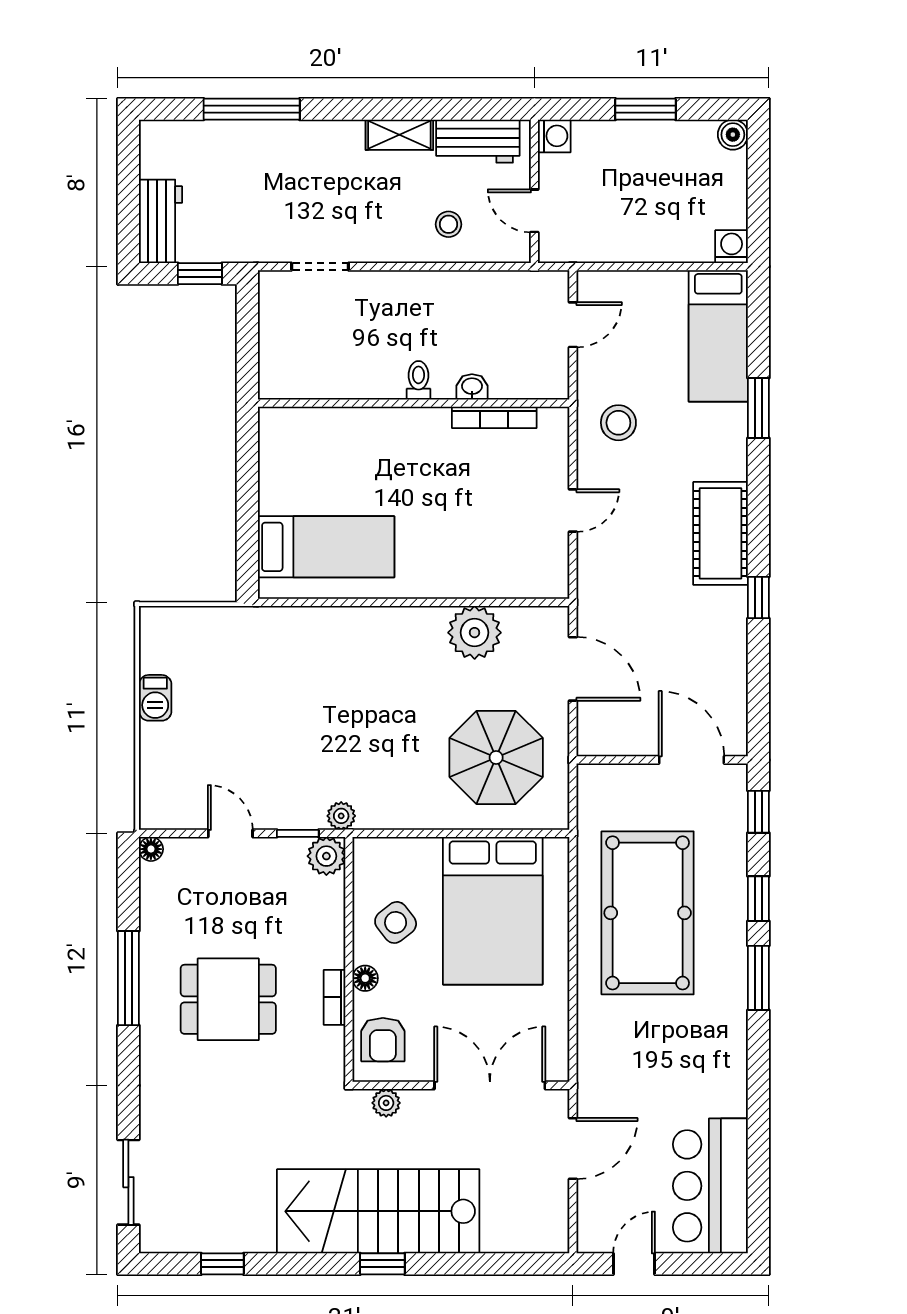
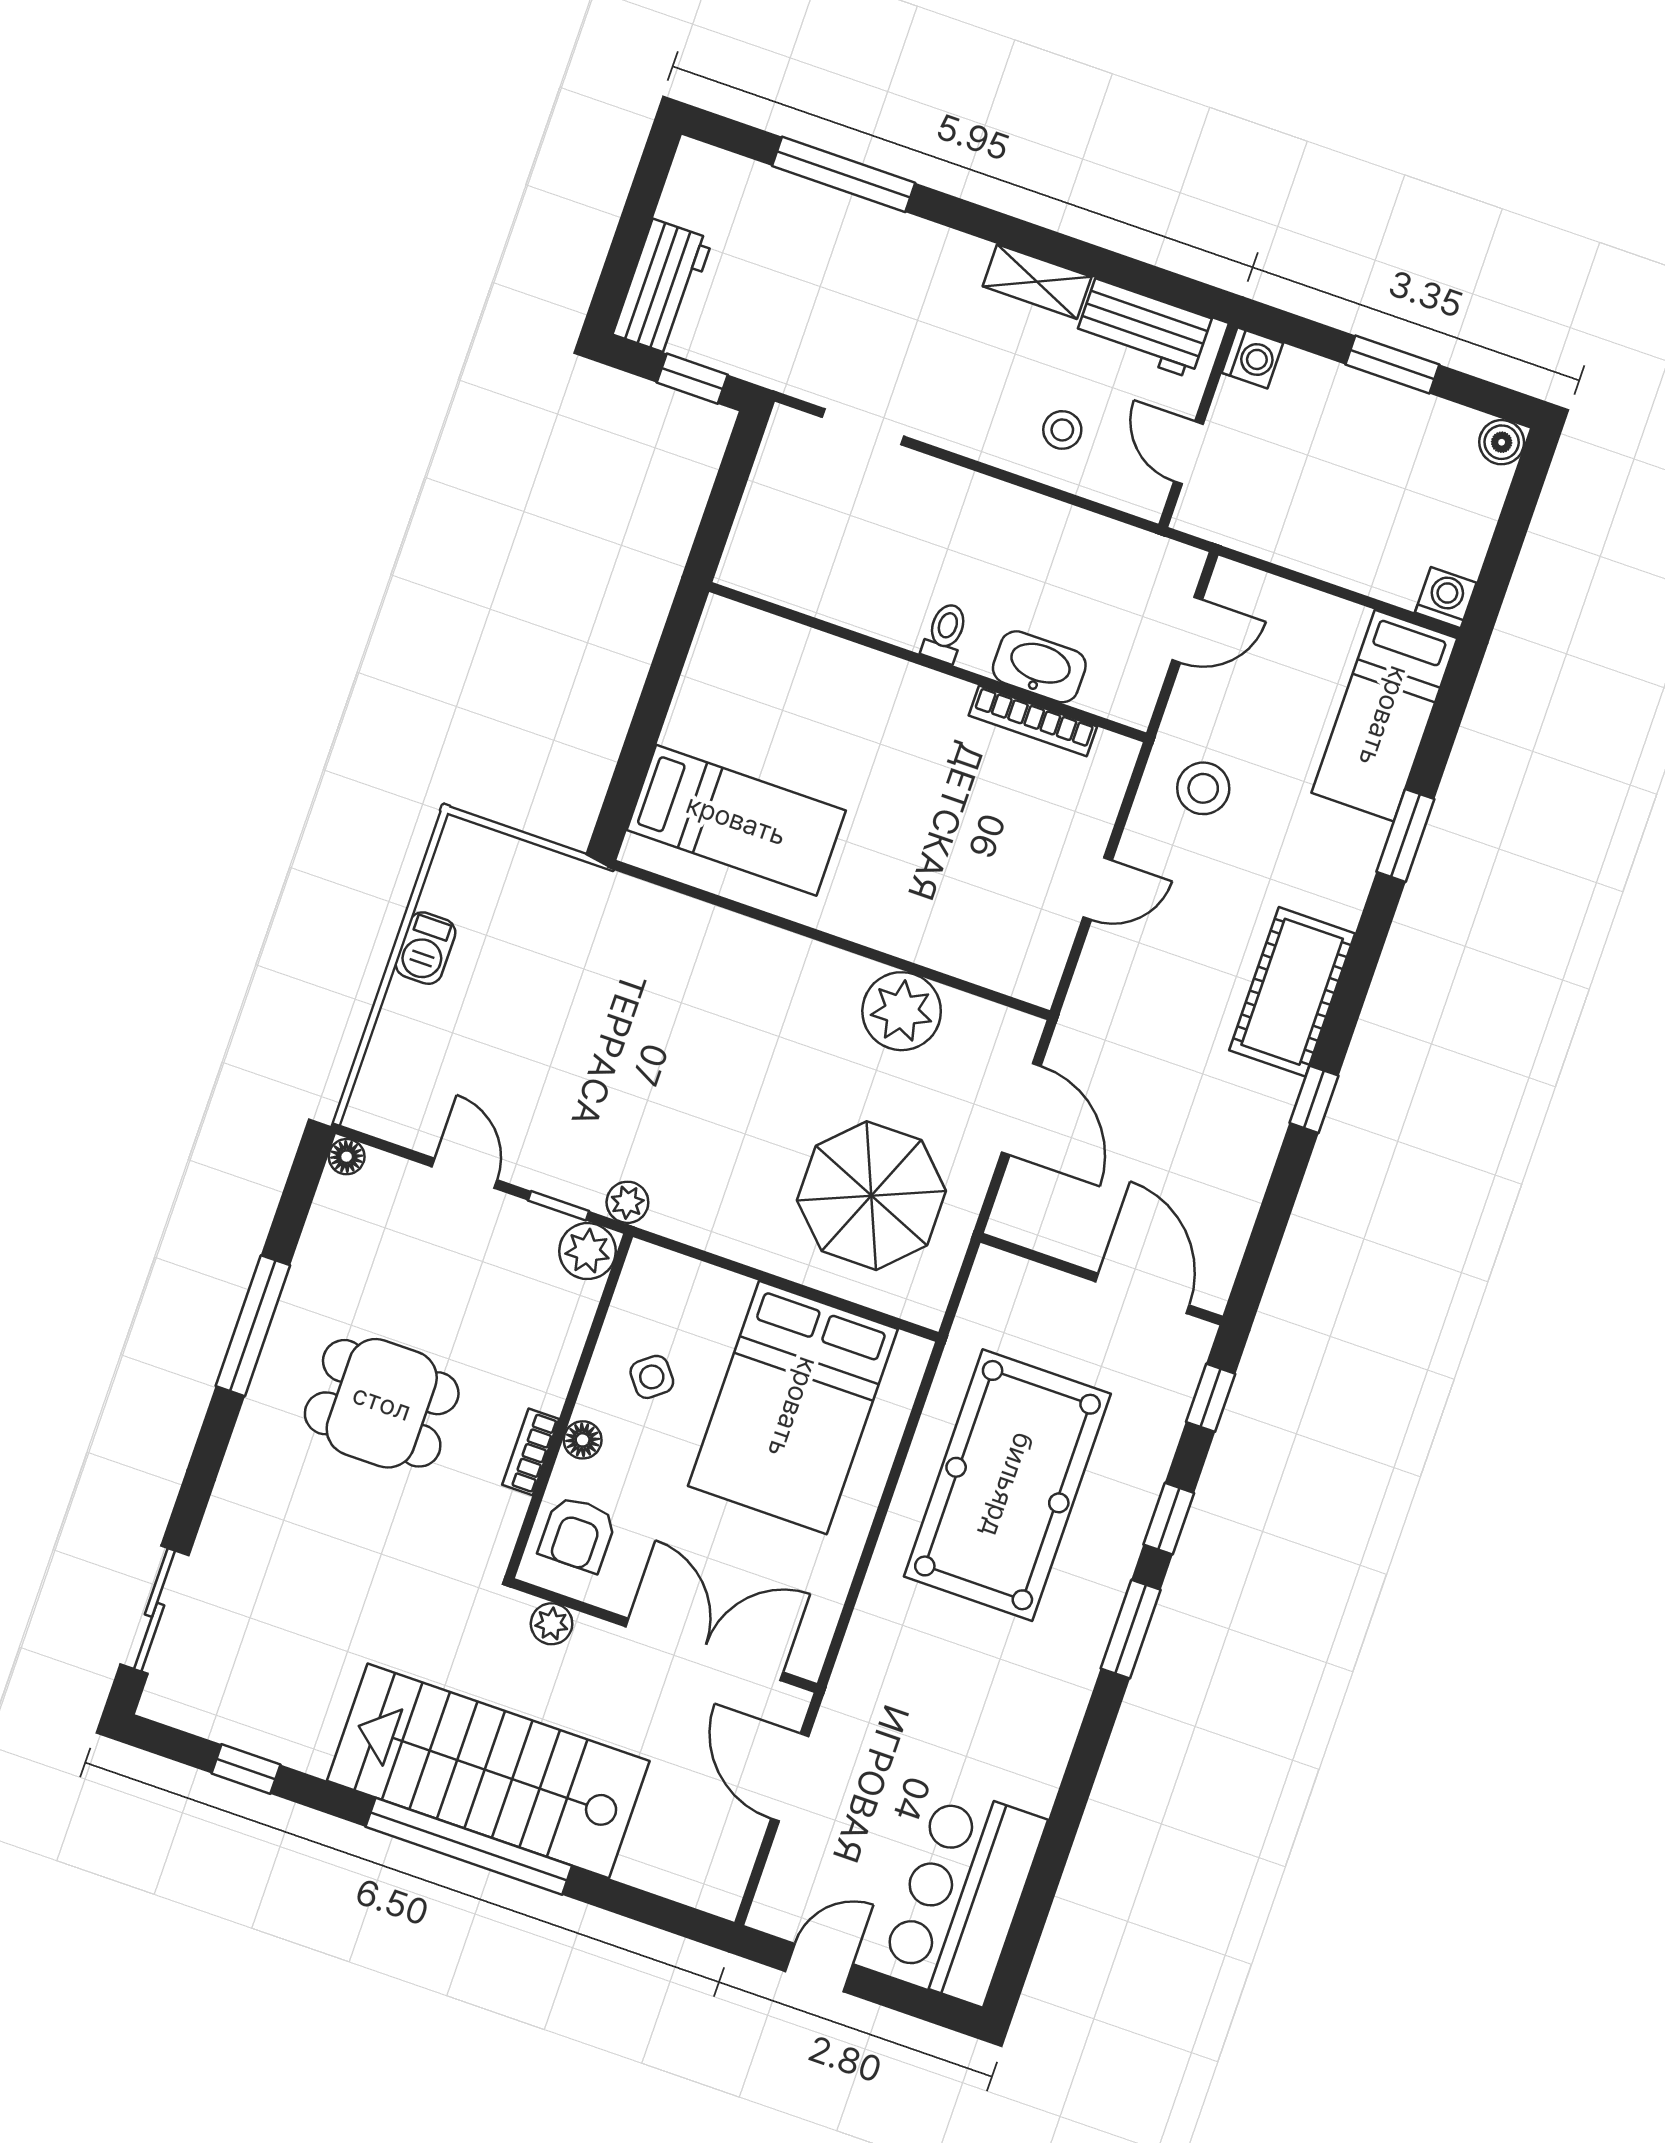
washbasin: (472, 387) -> (1039, 667), width x1.91, depth x1.45
side table: (396, 922) -> (652, 1377), width x0.73, depth x0.73
door: (573, 1149) -> (790, 1777), swing flipped
window: (382, 1264) -> (469, 1846), width x3.17

